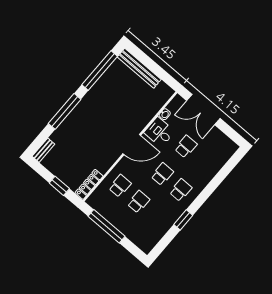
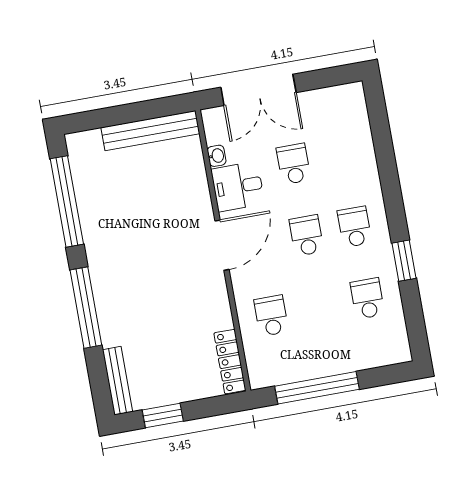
bench: (139, 68) -> (150, 131), moved
bench: (43, 150) -> (118, 381), width x1.36
window: (59, 186) -> (163, 415), moved
school desk: (139, 202) -> (367, 298), moved

